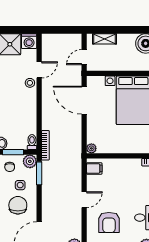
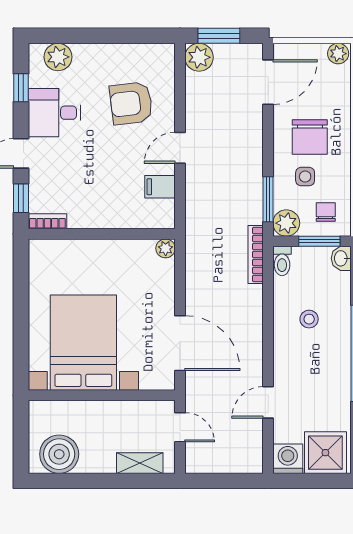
door: (84, 57) -> (180, 427), hinge flipped
stool: (30, 83) -> (309, 319), moved
filing cabinet: (94, 168) -> (160, 187), moved
armchair: (109, 222) -> (131, 103), turned -97

